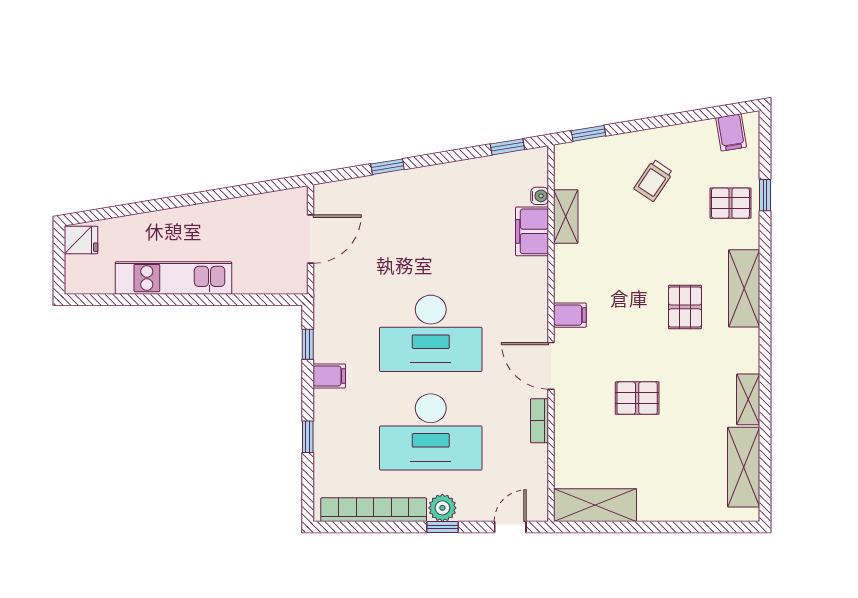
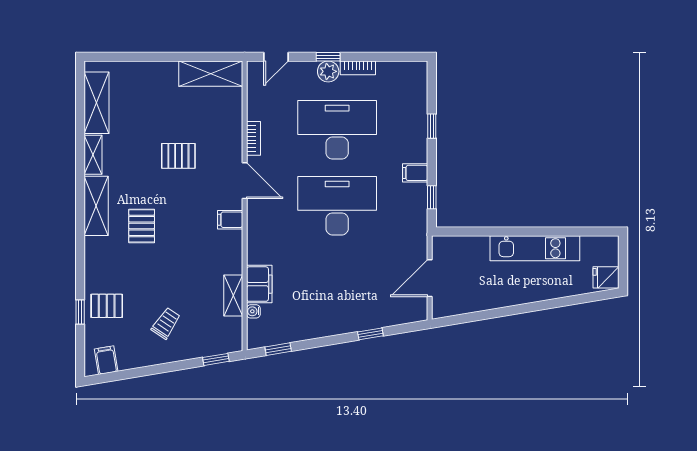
shelving: (744, 288) -> (96, 206), moved
bookcase: (374, 510) -> (358, 68), width x0.43, depth x0.76

